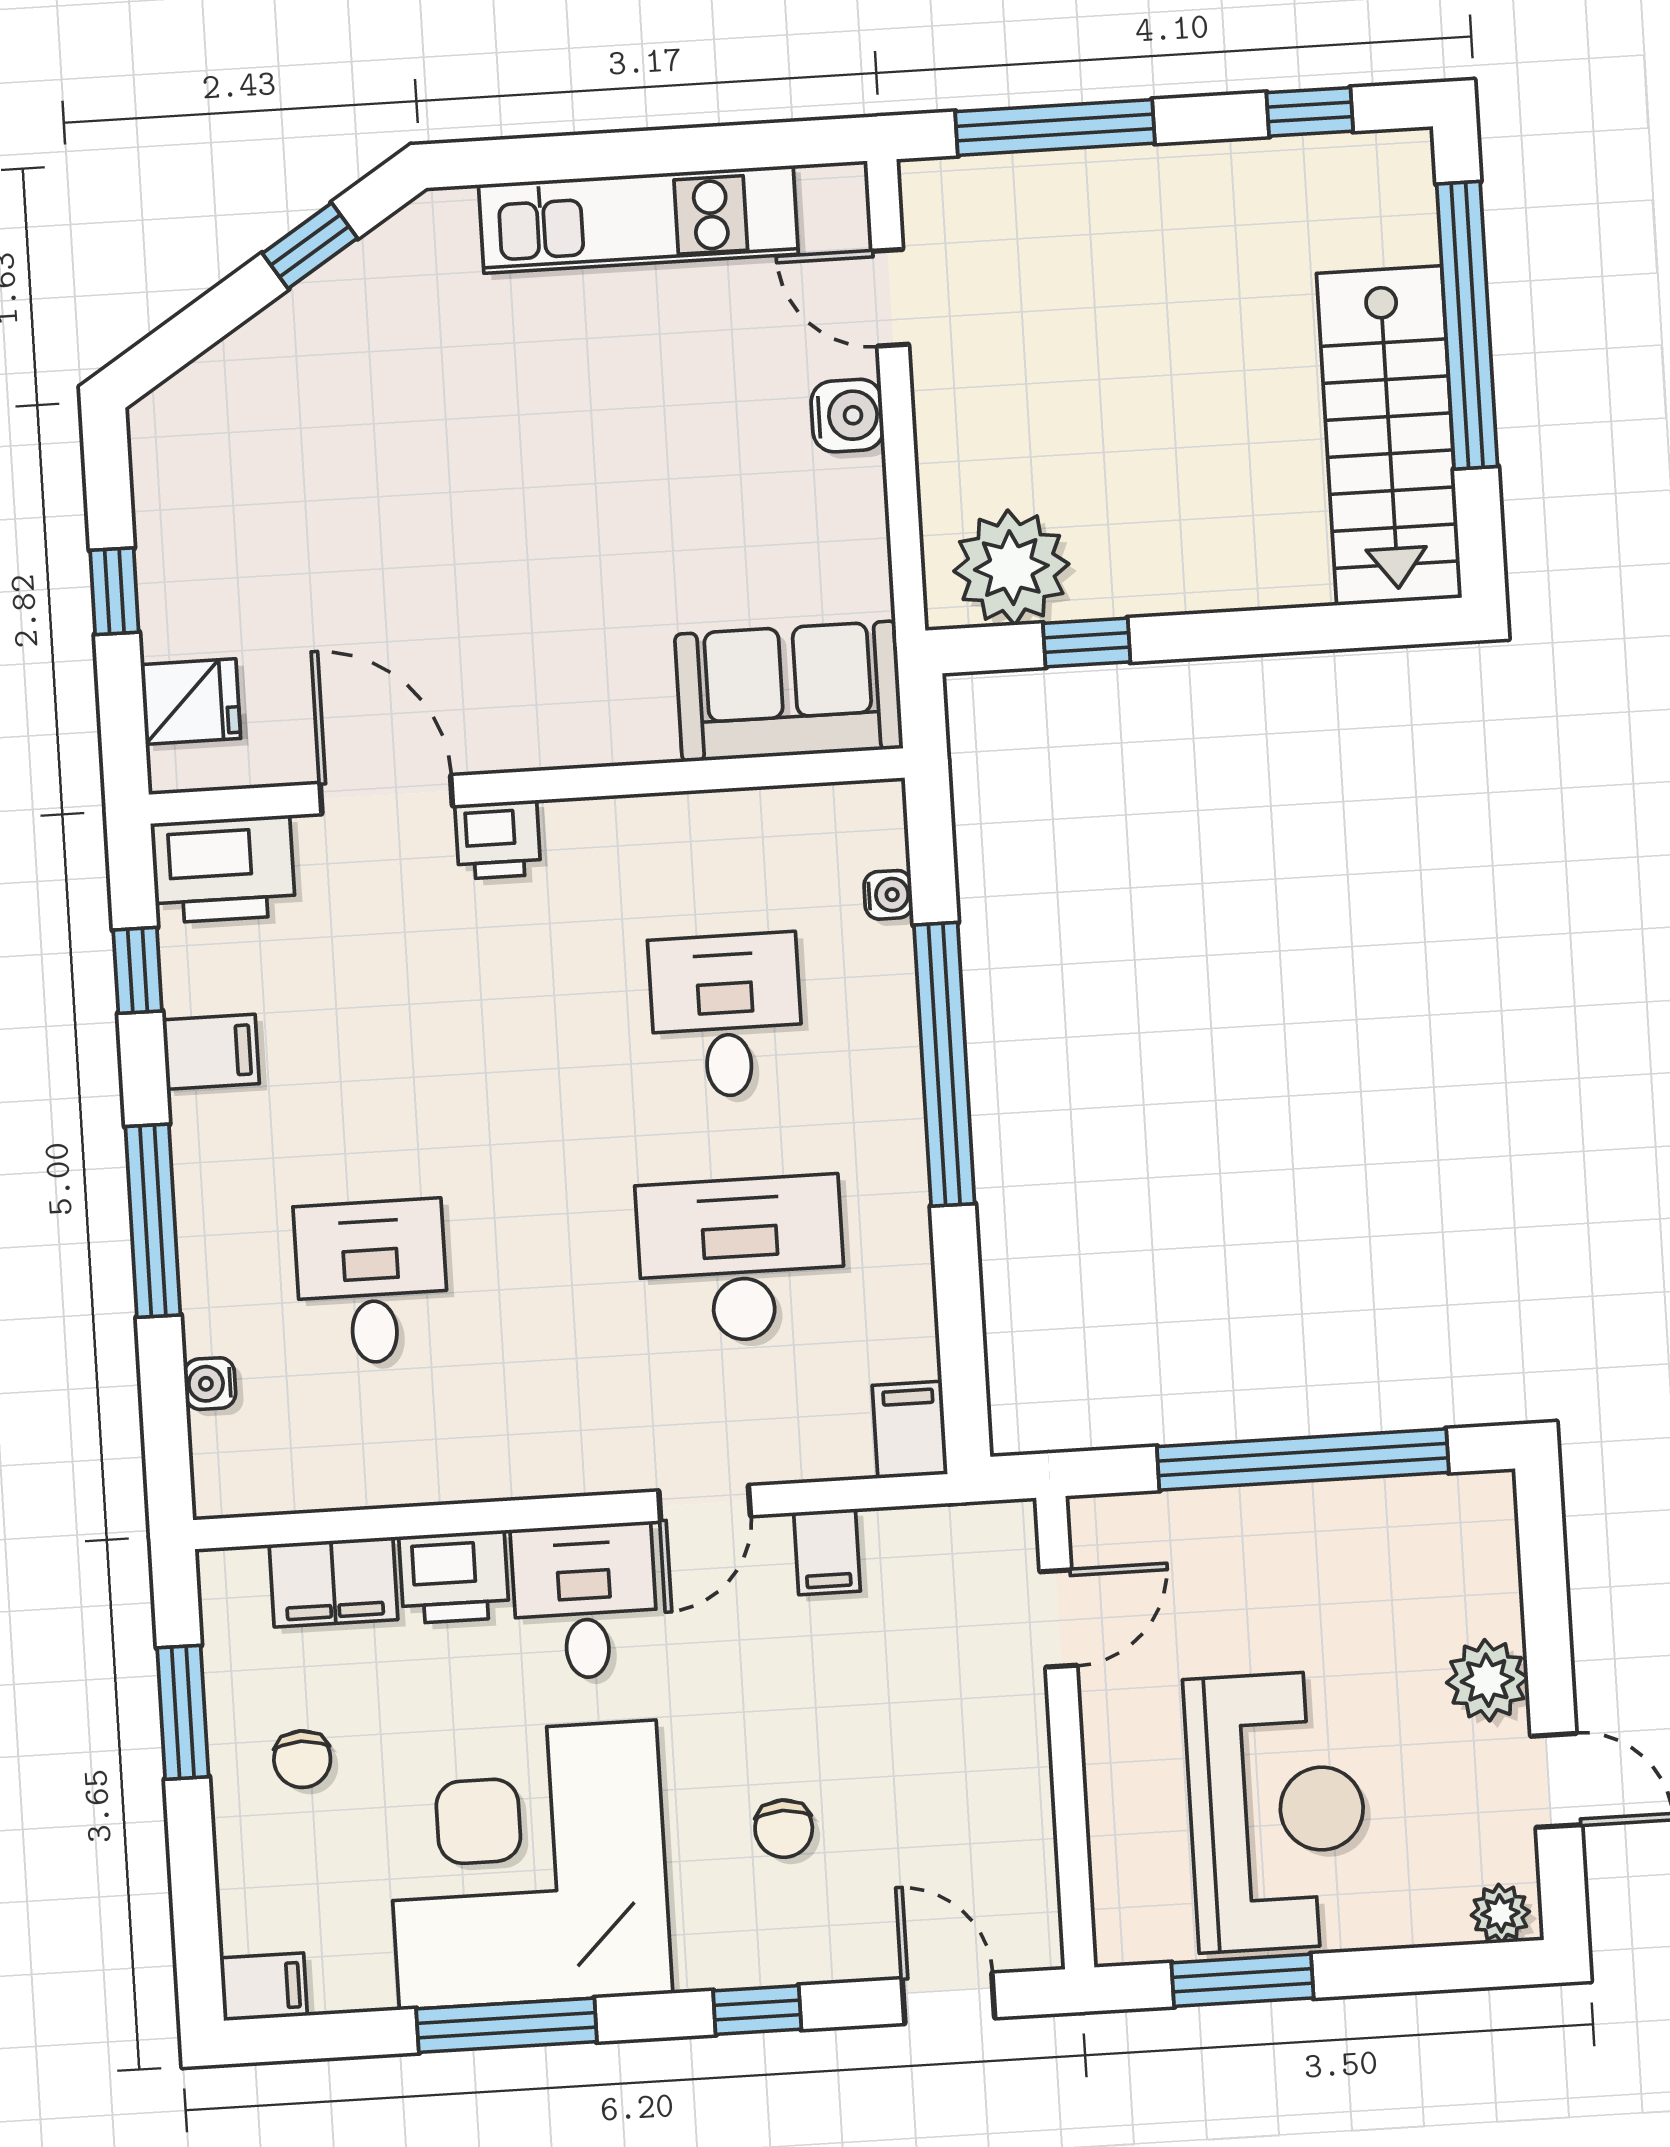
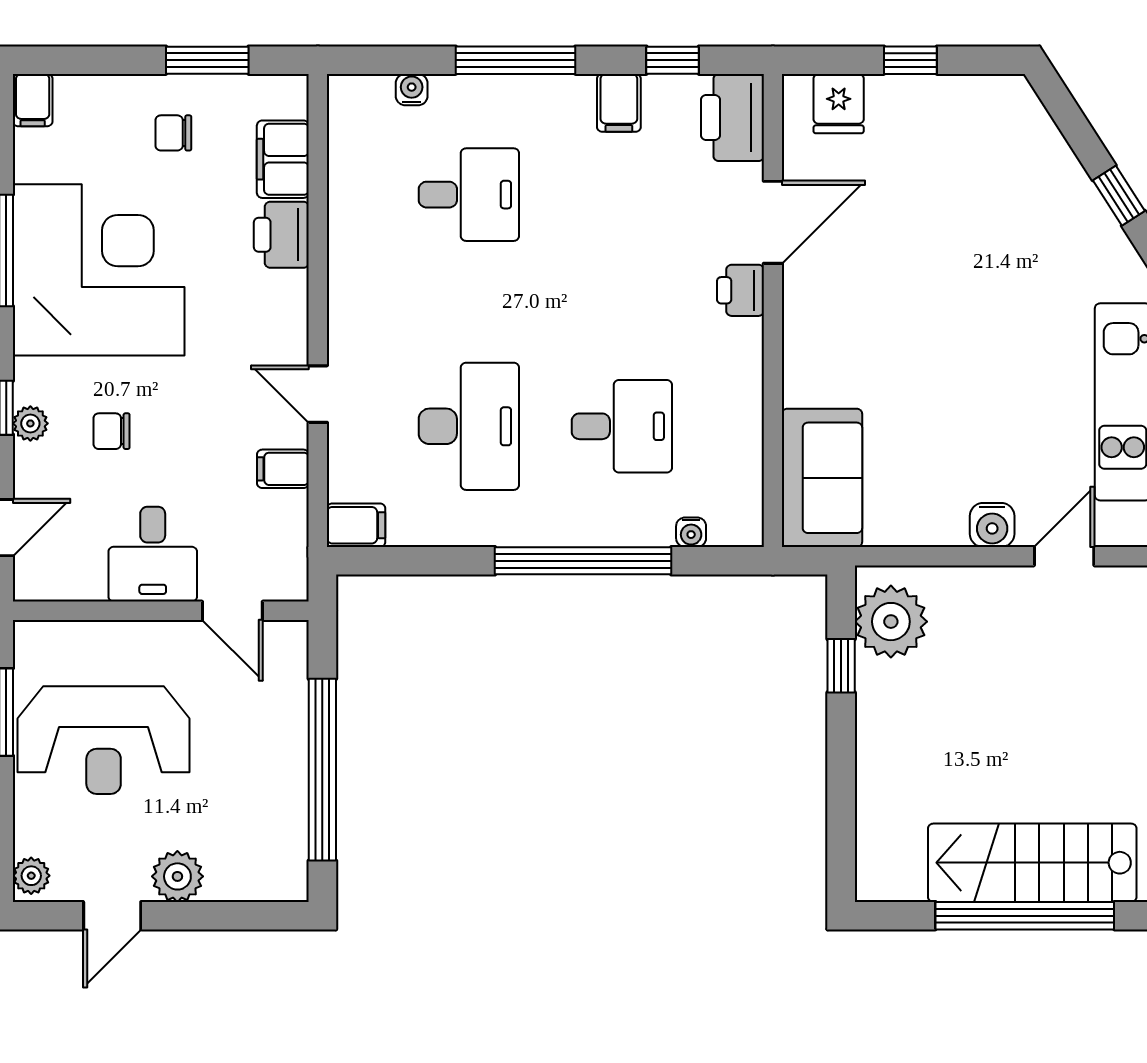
stairs: (1389, 436) -> (1032, 863), moved
desk: (585, 1601) -> (153, 554), moved, turned 90
plant: (779, 1959) -> (30, 423), added

